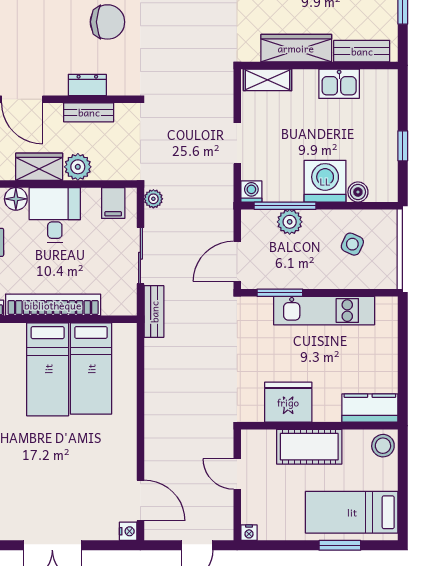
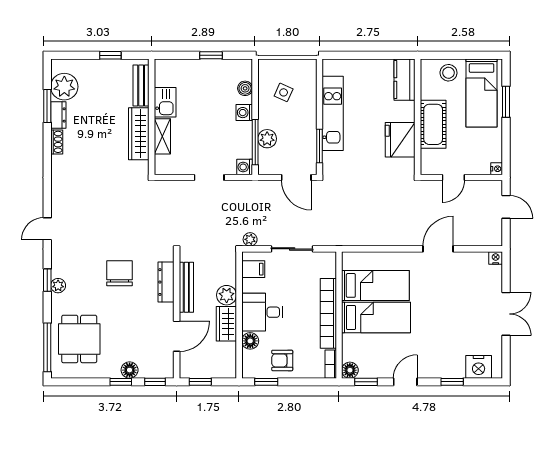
shelving: (268, 80) -> (162, 136), moved
dresser: (87, 85) -> (166, 282), width x1.44
bench: (89, 112) -> (186, 287), width x1.36
washing machine: (325, 181) -> (244, 113), width x0.53, depth x0.53
bench: (154, 312) -> (333, 239), removed
stool: (383, 446) -> (449, 73), moved
door: (140, 501) -> (438, 249), moved

